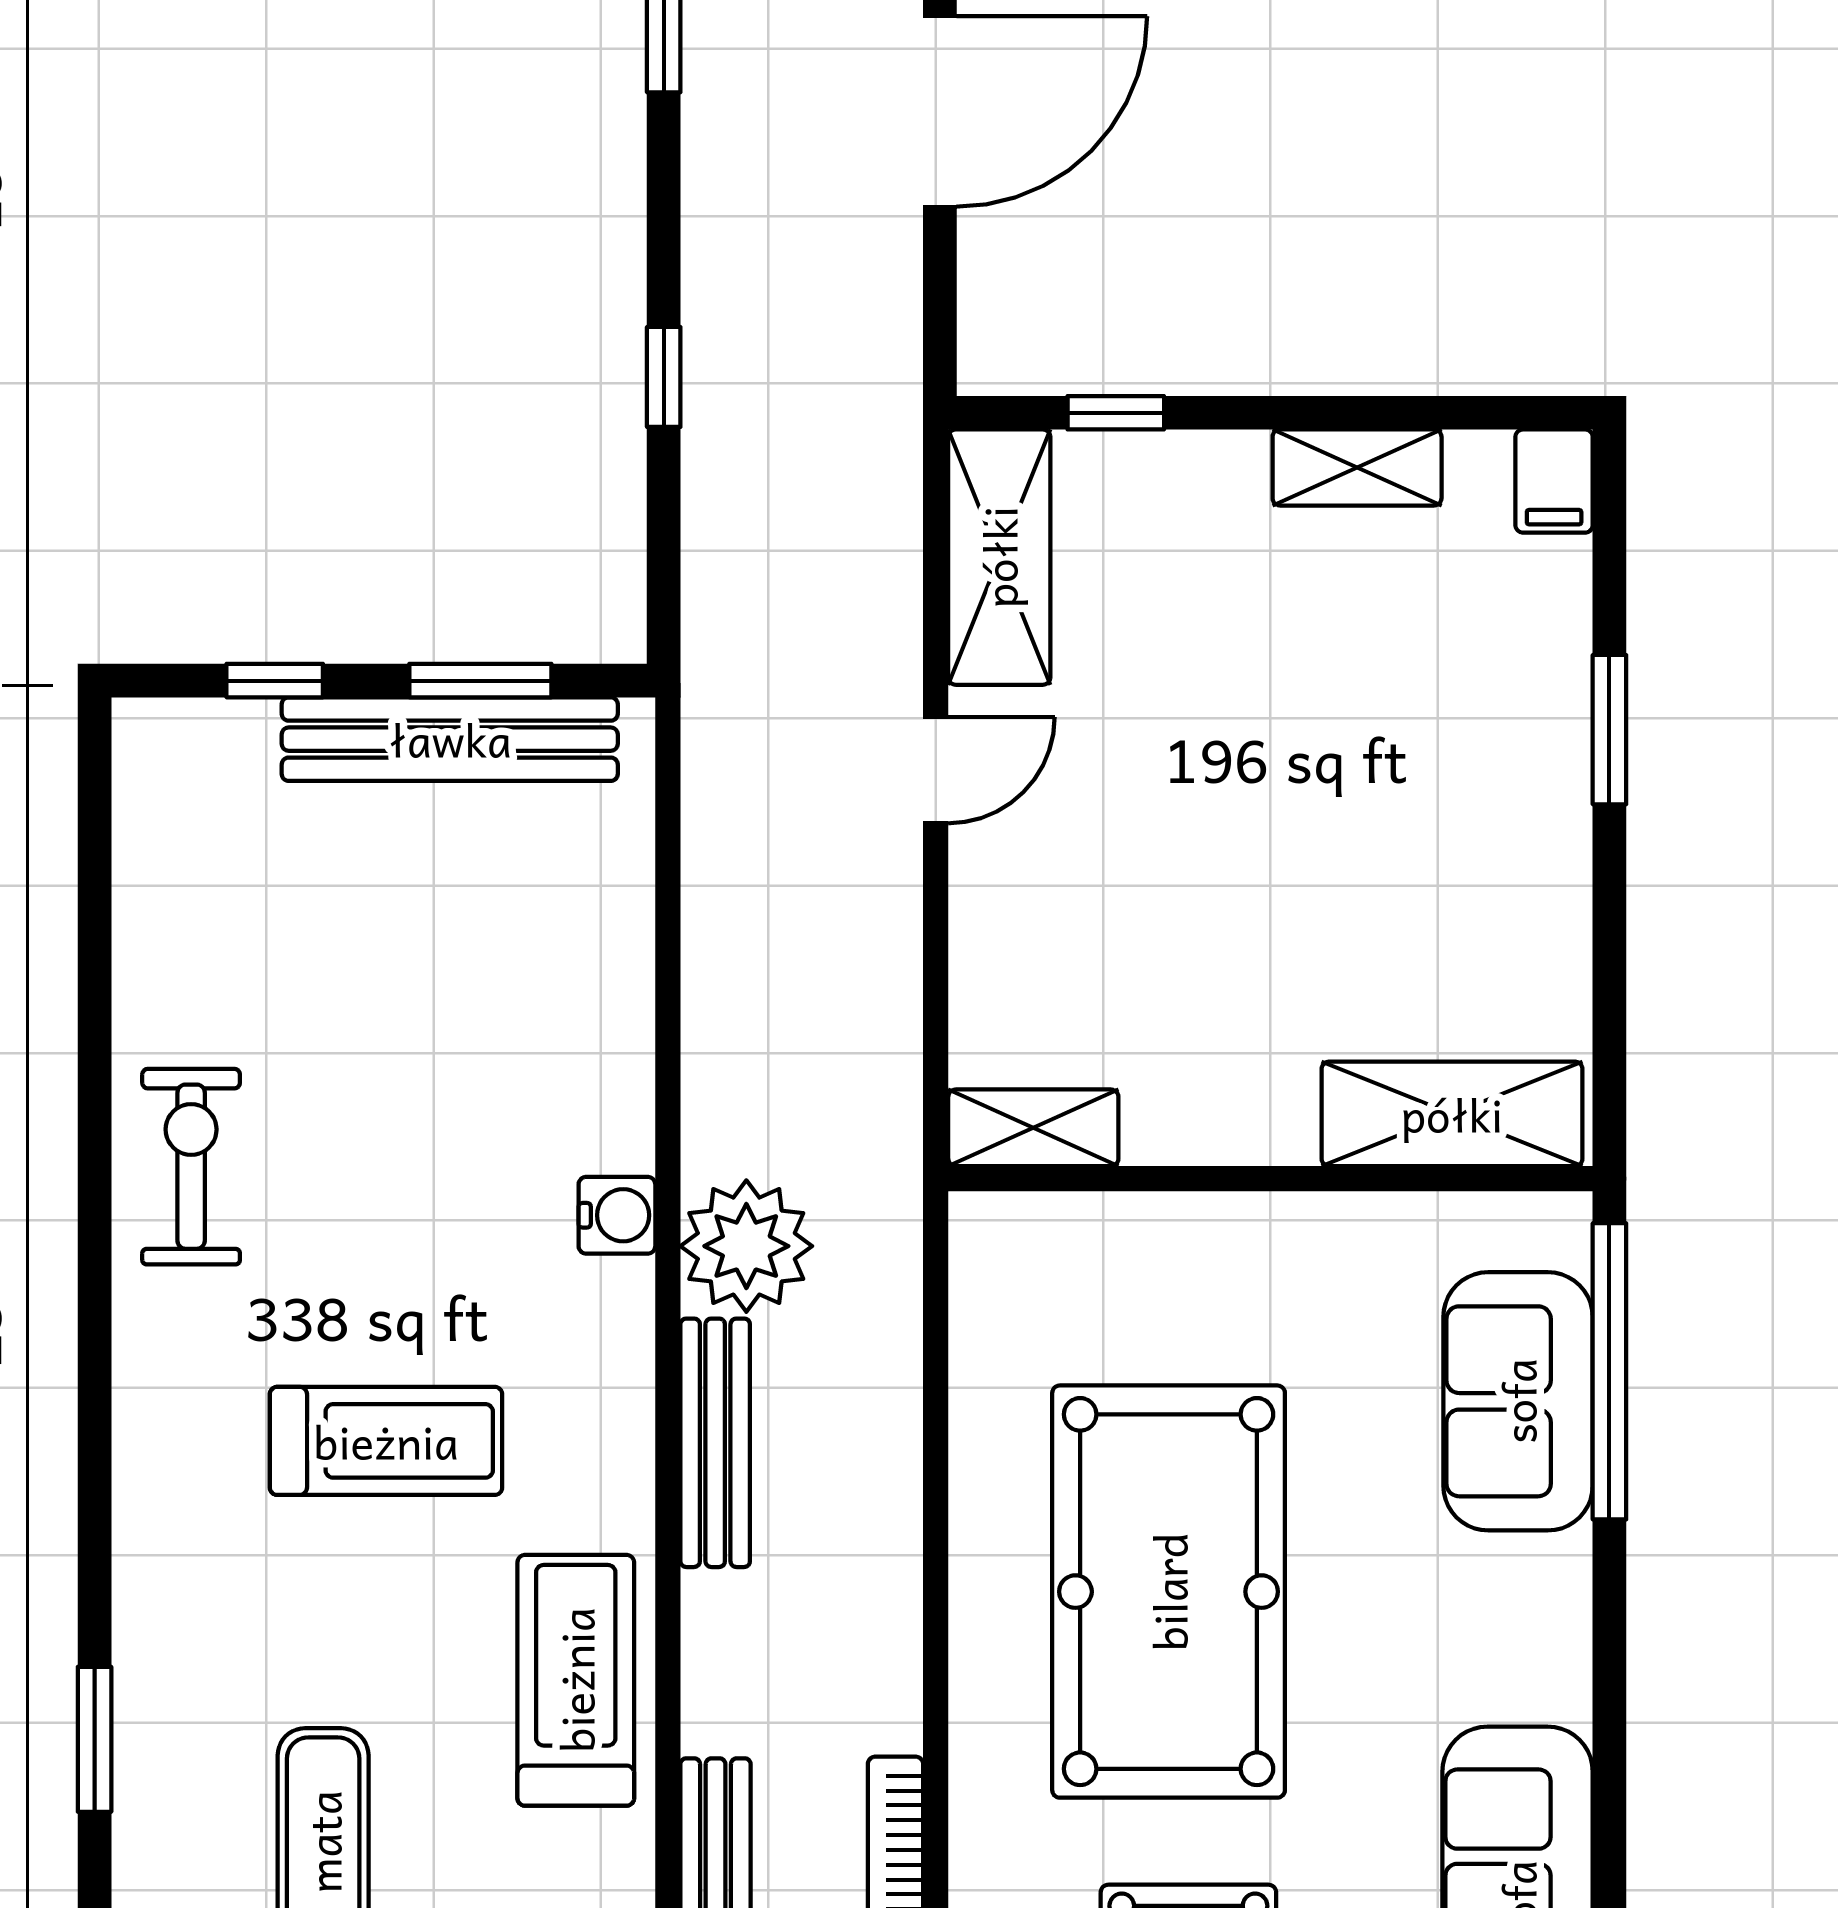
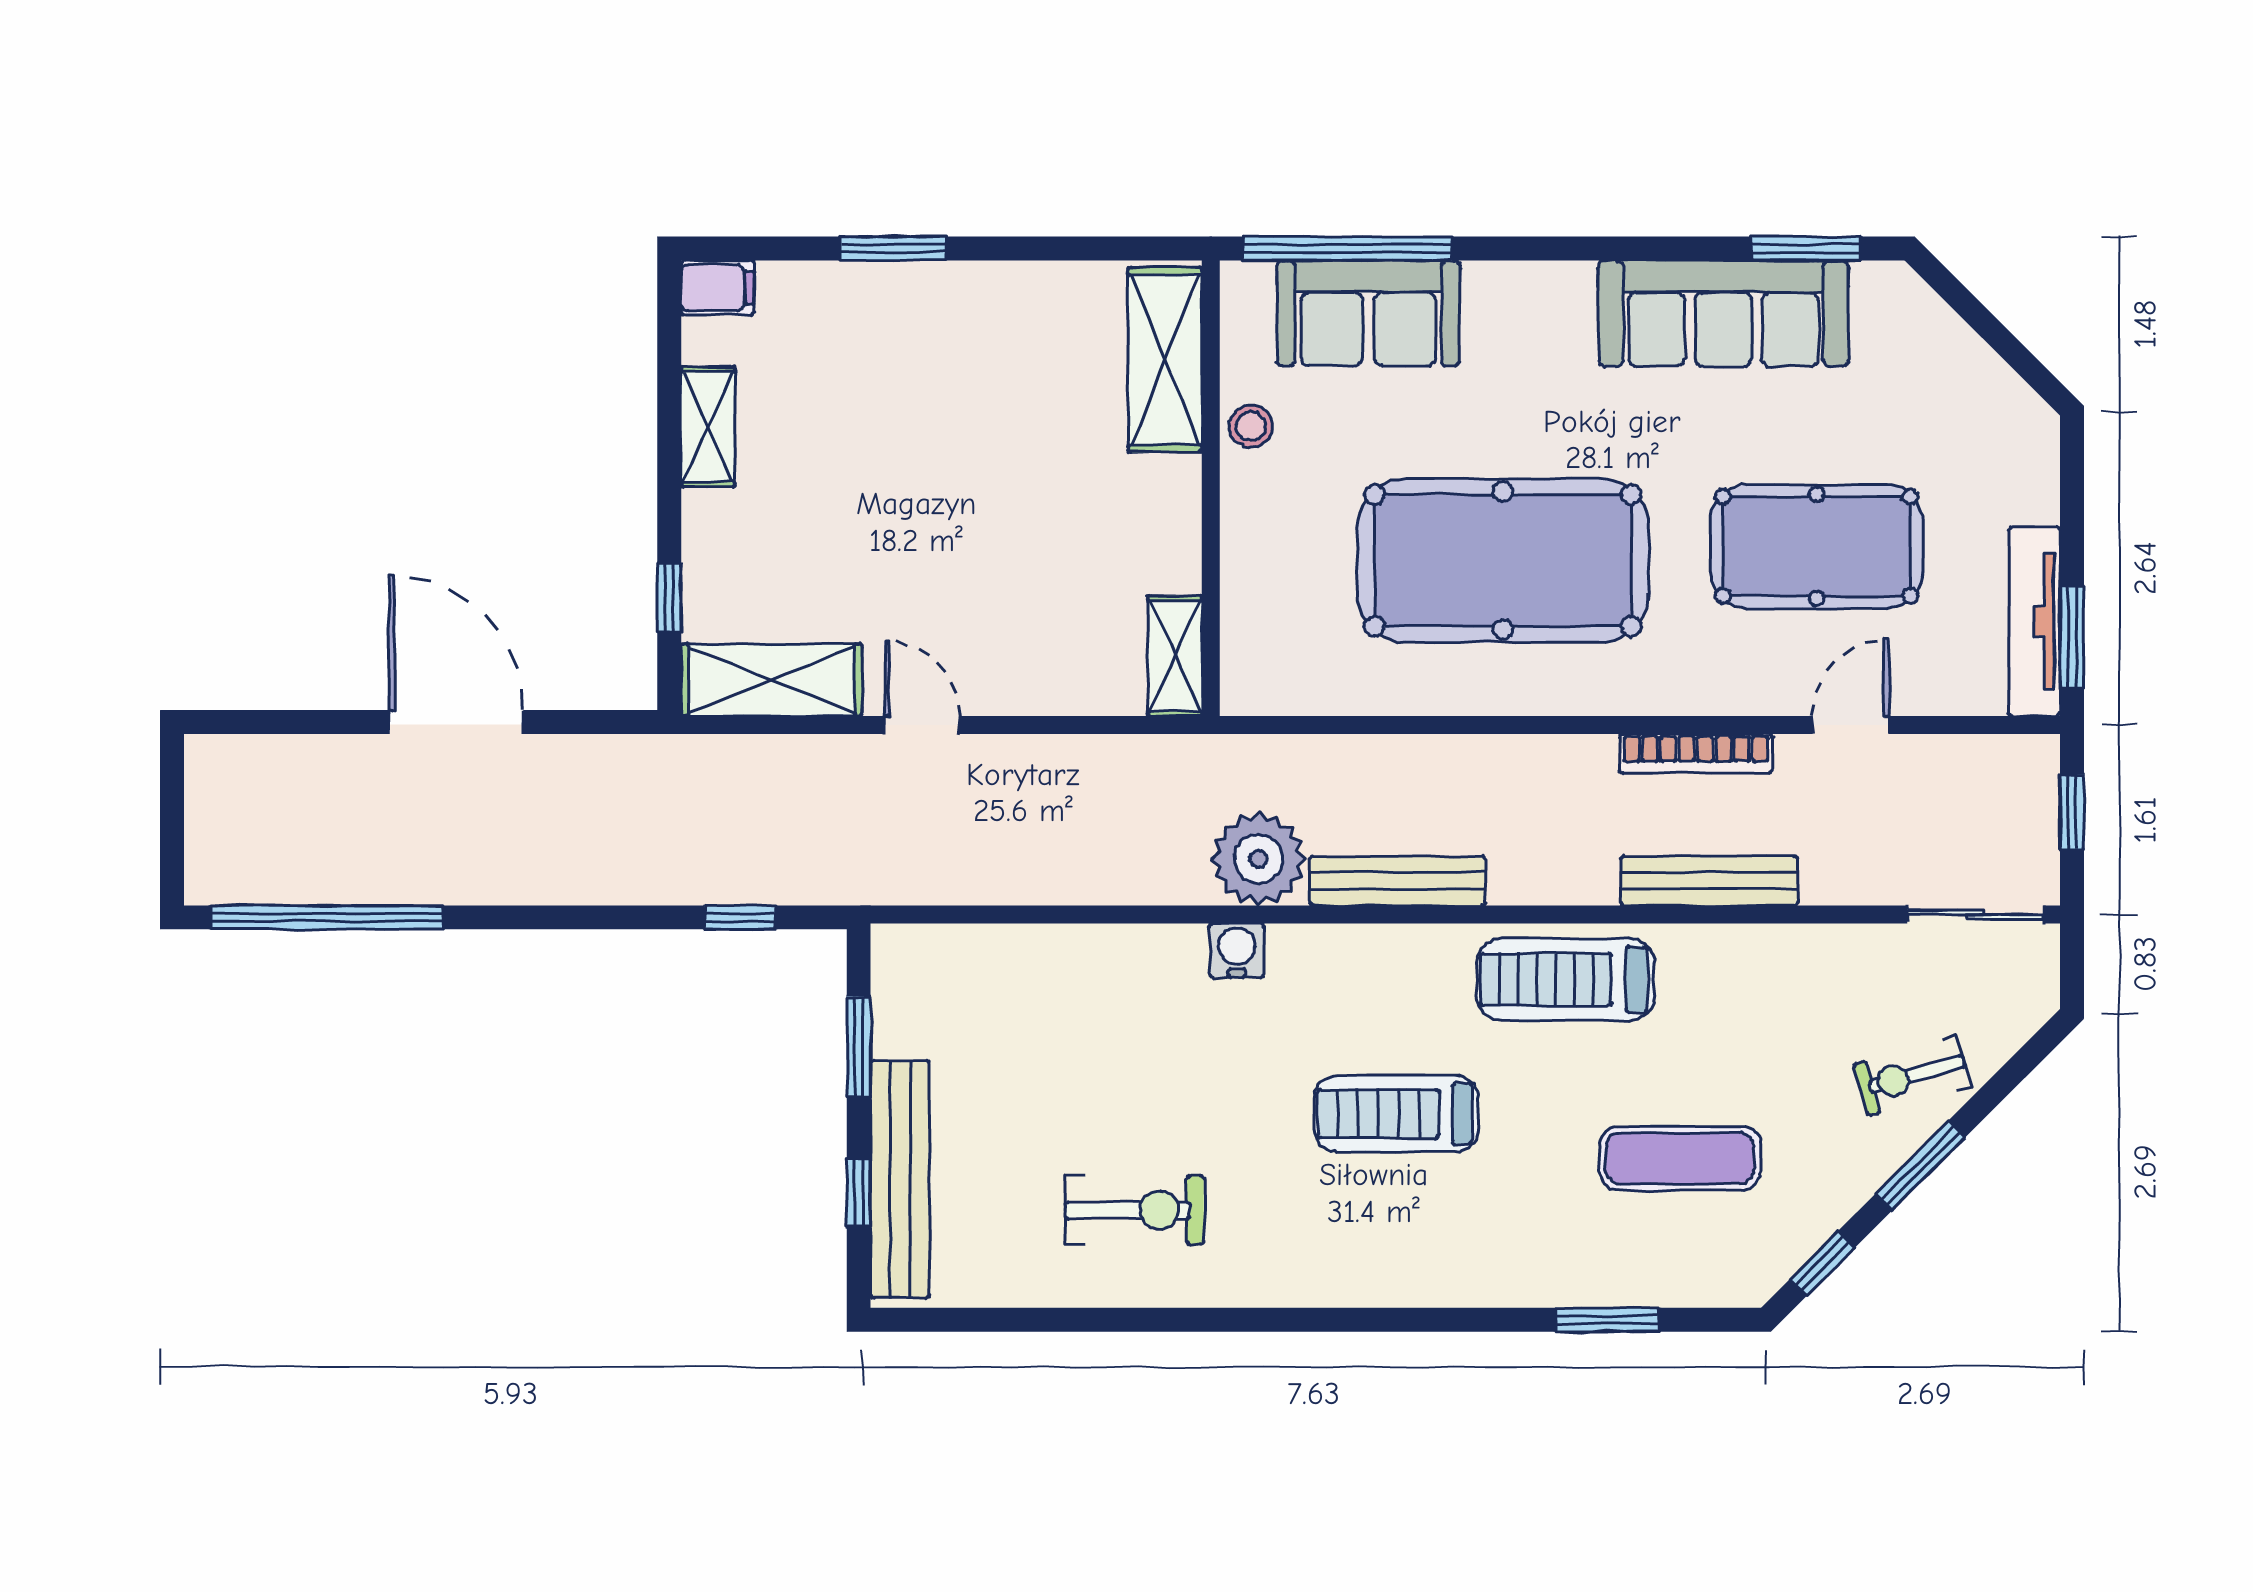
window: (664, 377) -> (740, 917), moved
bench: (450, 739) -> (900, 1179), moved
exercise bike: (191, 1167) -> (1134, 1210), moved, turned 180
stool: (1358, 1235) -> (1251, 426), added
treadmill: (386, 1441) -> (1396, 1114), turned -90

